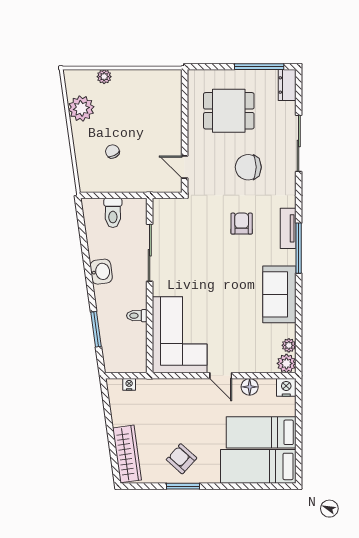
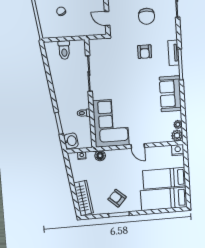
chair: (248, 167) -> (147, 16), turned -90
armchair: (242, 224) -> (145, 52), turned 180
washbasin: (101, 272) -> (71, 141), moved
floor lamp: (250, 387) -> (100, 156), moved

